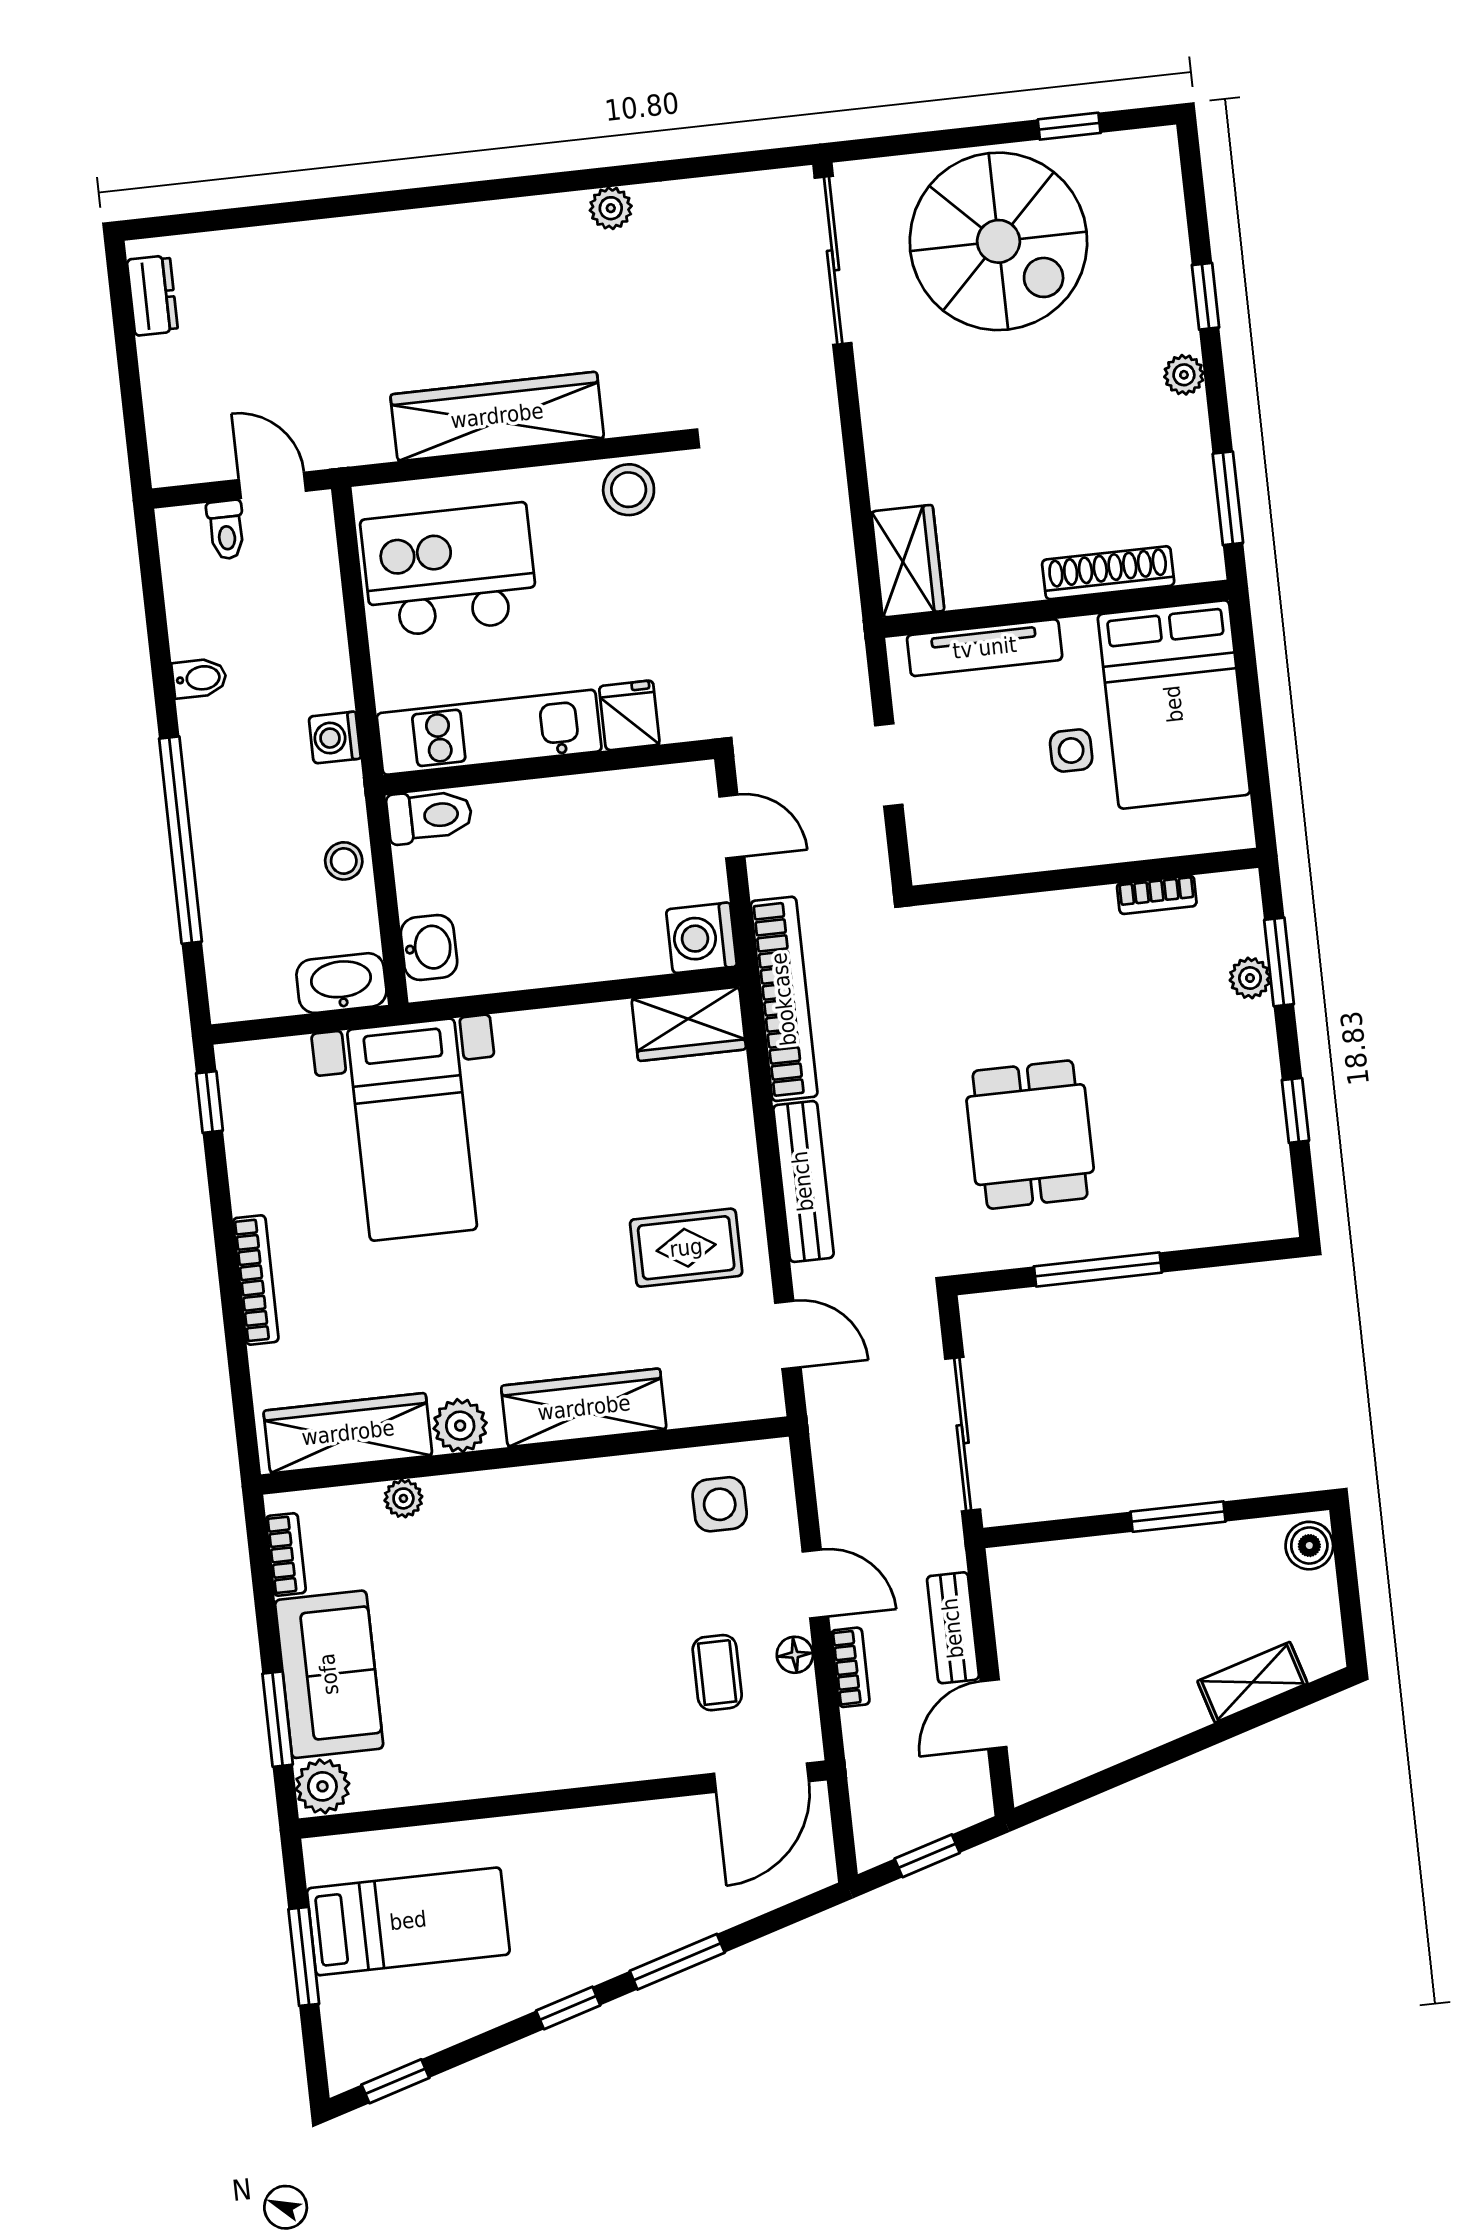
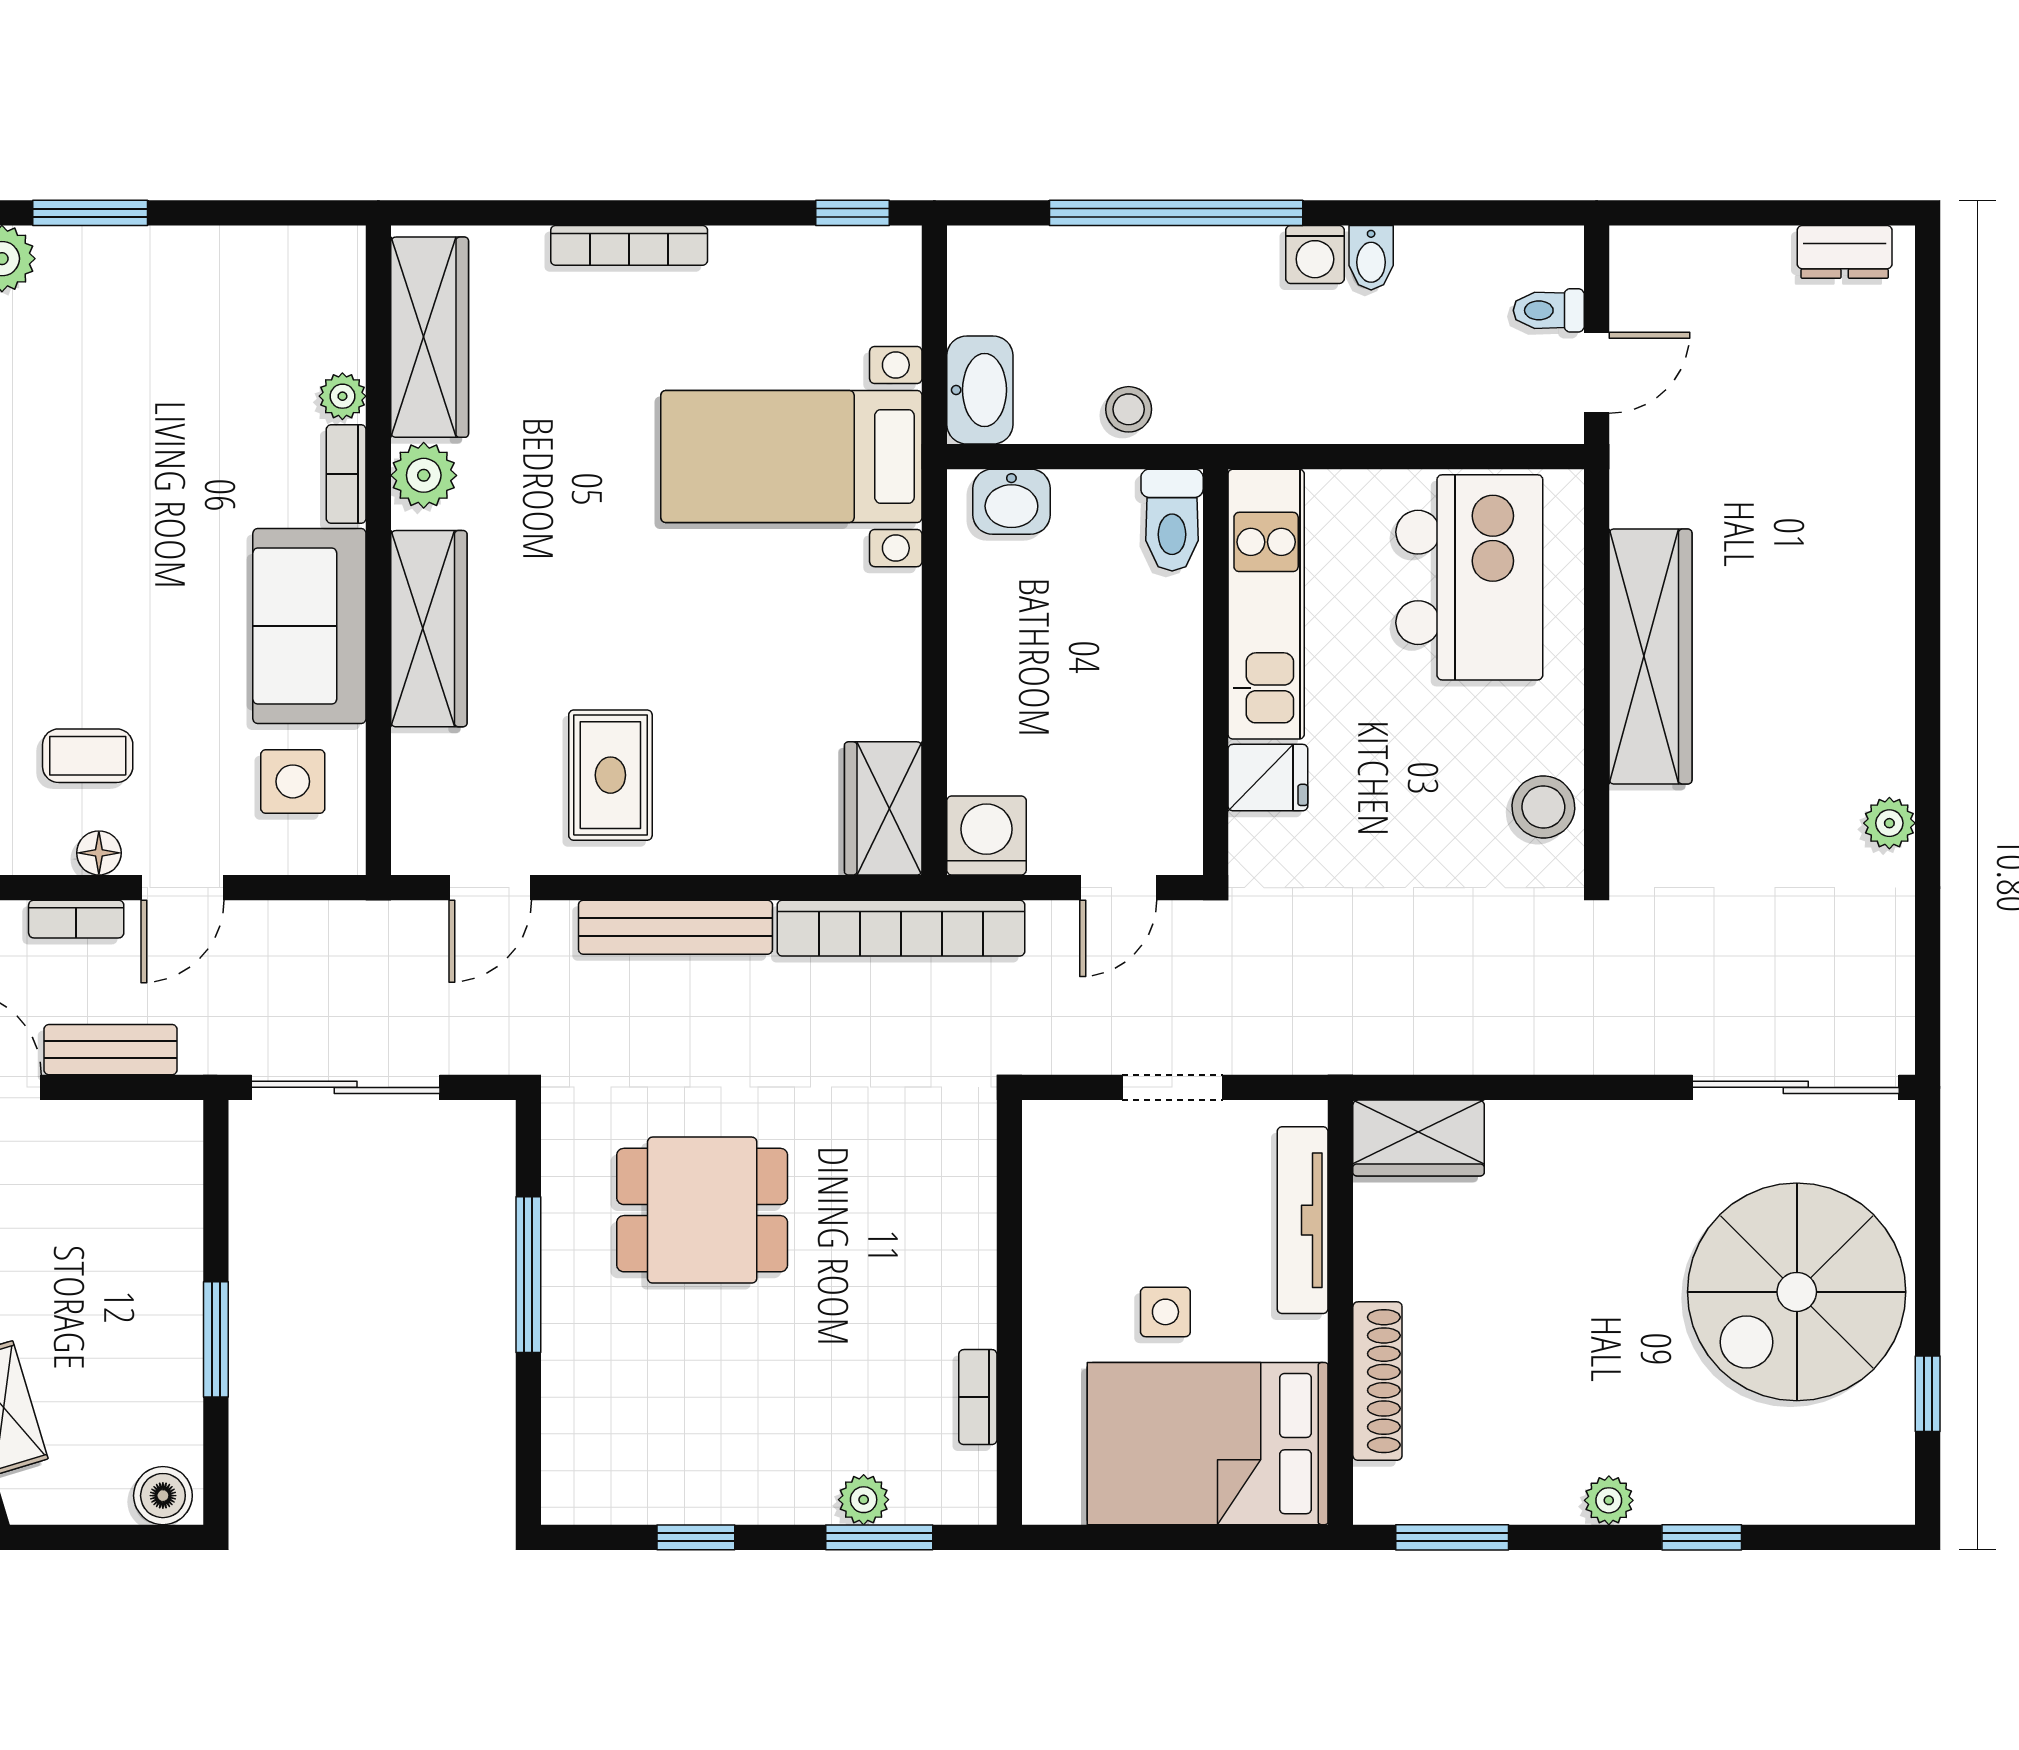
washing machine: (335, 738) -> (1315, 254), moved, turned 180
bookcase: (286, 1554) -> (346, 474), moved, turned 90
sofa: (329, 1674) -> (309, 626), moved, turned 90

